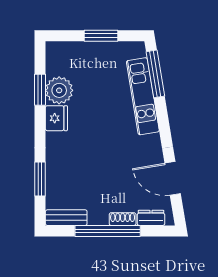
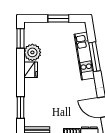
window: (155, 74) -> (95, 57), moved
window: (40, 90) -> (20, 38), moved

